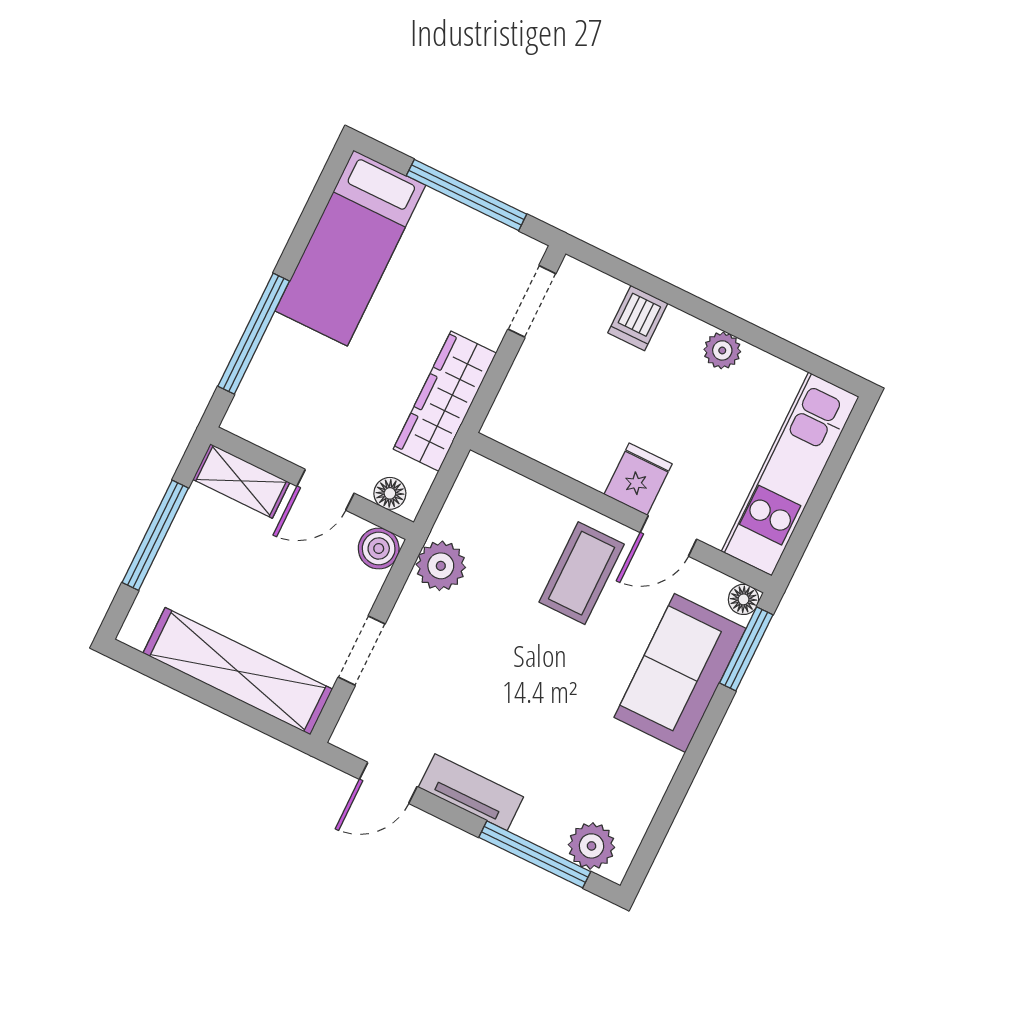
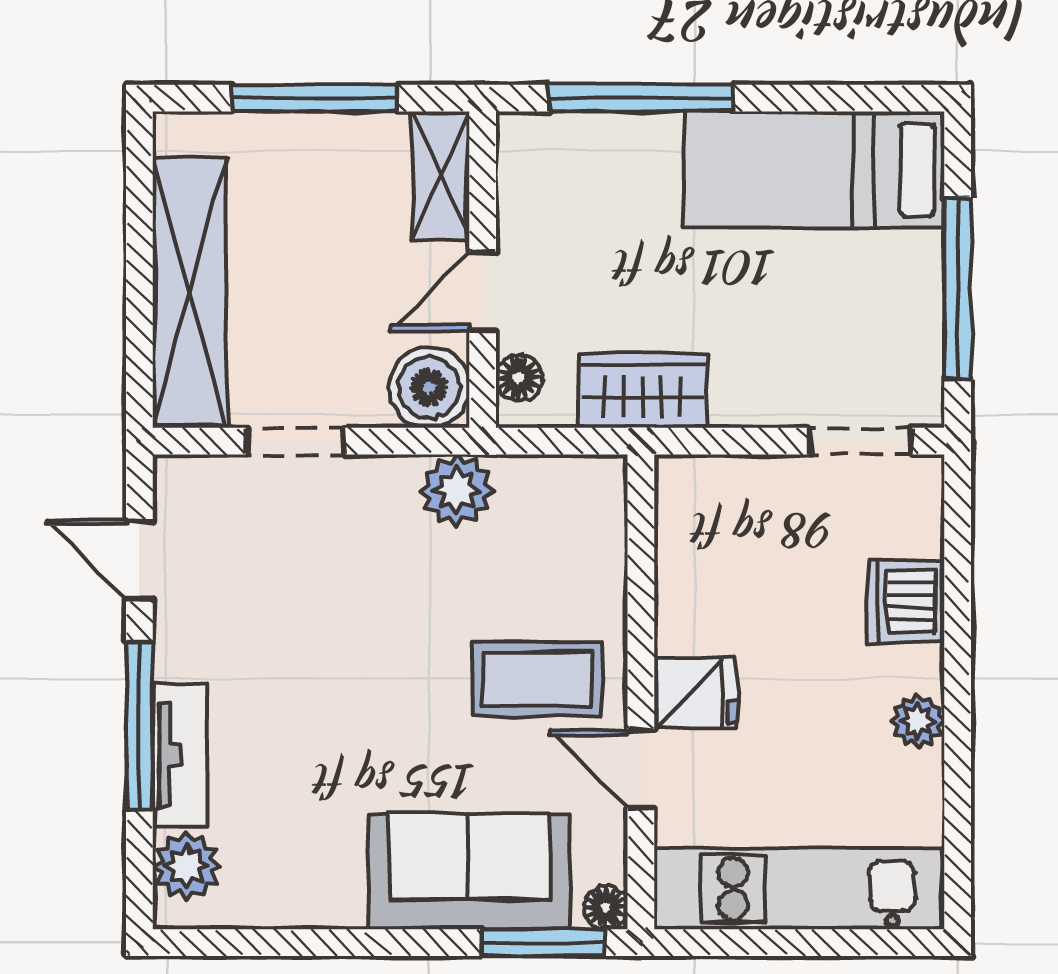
dishwasher: (638, 318) -> (906, 601), width x1.38
wardrobe: (445, 401) -> (643, 391), width x0.67
door: (325, 490) -> (483, 291), hinge flipped
boiler: (379, 548) -> (429, 388), width x1.36, depth x1.36
tv unit: (471, 792) -> (180, 755), moved
window: (535, 854) -> (139, 726), moved

